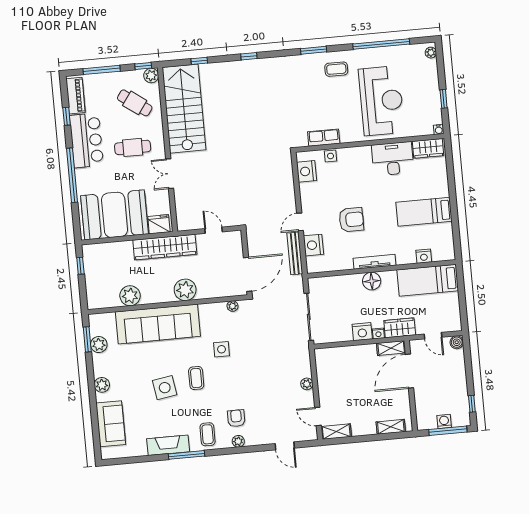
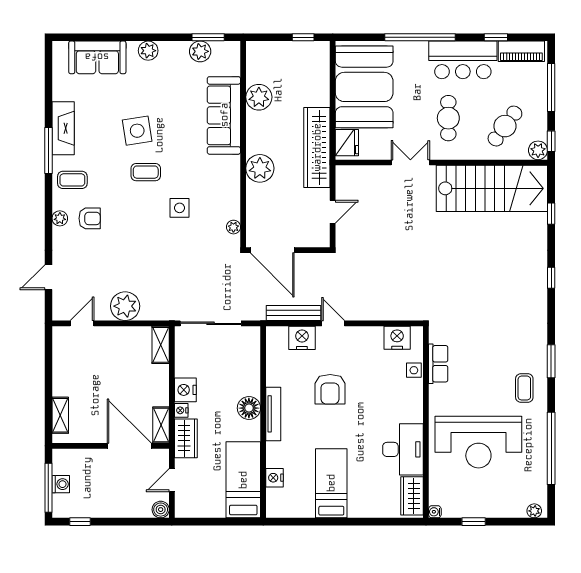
sofa: (158, 324) -> (224, 115), width x0.74, depth x0.79
plant: (307, 384) -> (125, 306), width x1.87, depth x1.87
shelving: (336, 432) -> (161, 345), moved

